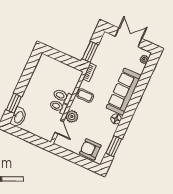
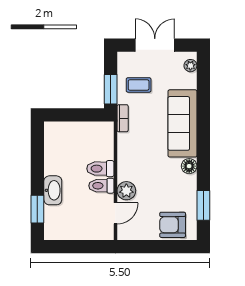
coffee table: (85, 96) -> (139, 85), moved
washbasin: (19, 117) -> (53, 190), moved
door: (59, 127) -> (115, 213), hinge flipped

